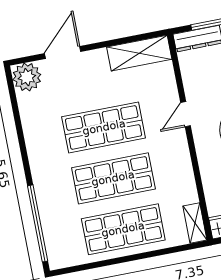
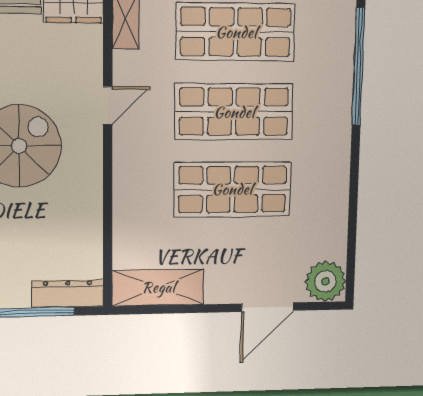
door: (185, 114) -> (108, 106), moved

